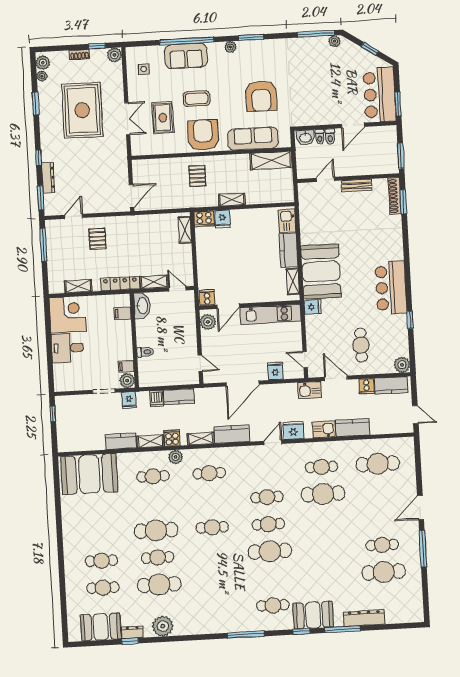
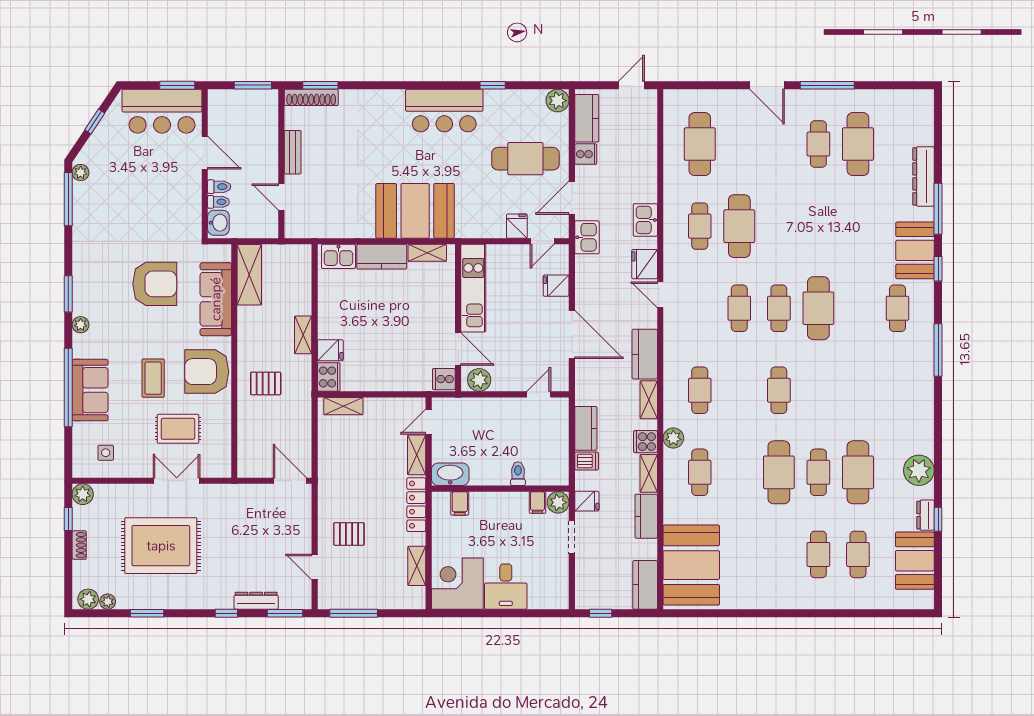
fridge: (313, 307) -> (517, 226), moved
cafe table: (361, 345) -> (525, 159), width x1.37, depth x1.35
kitchen counter: (353, 428) -> (645, 585), moved

